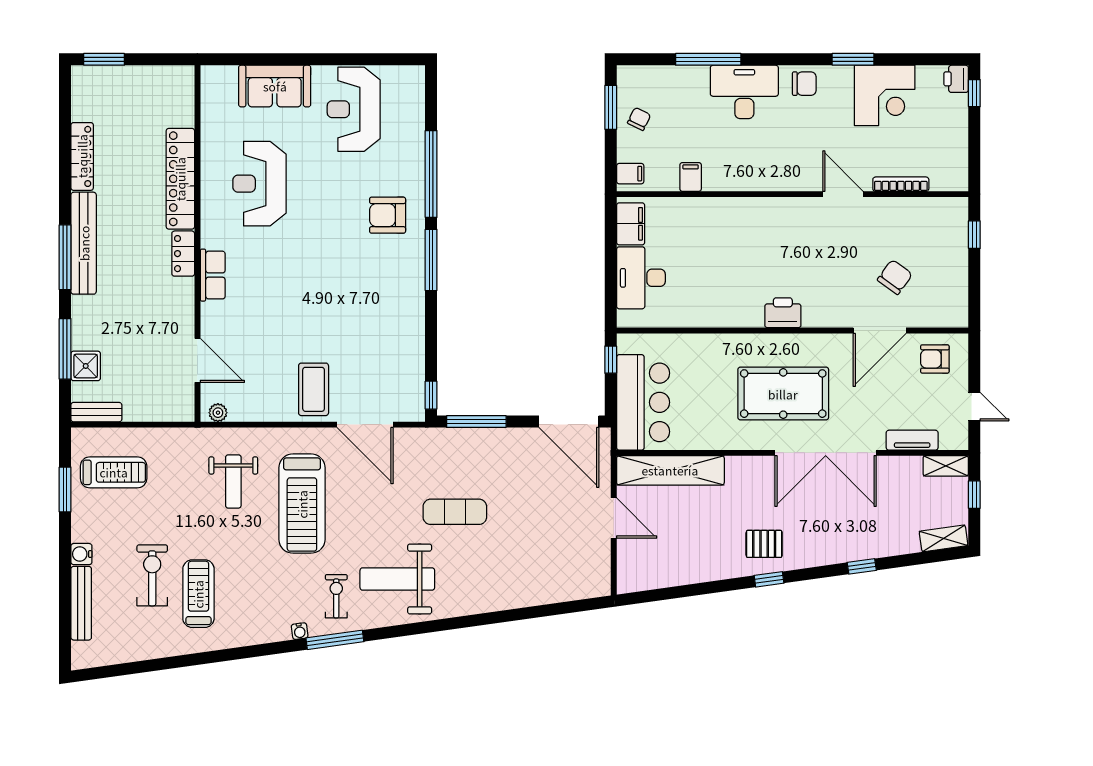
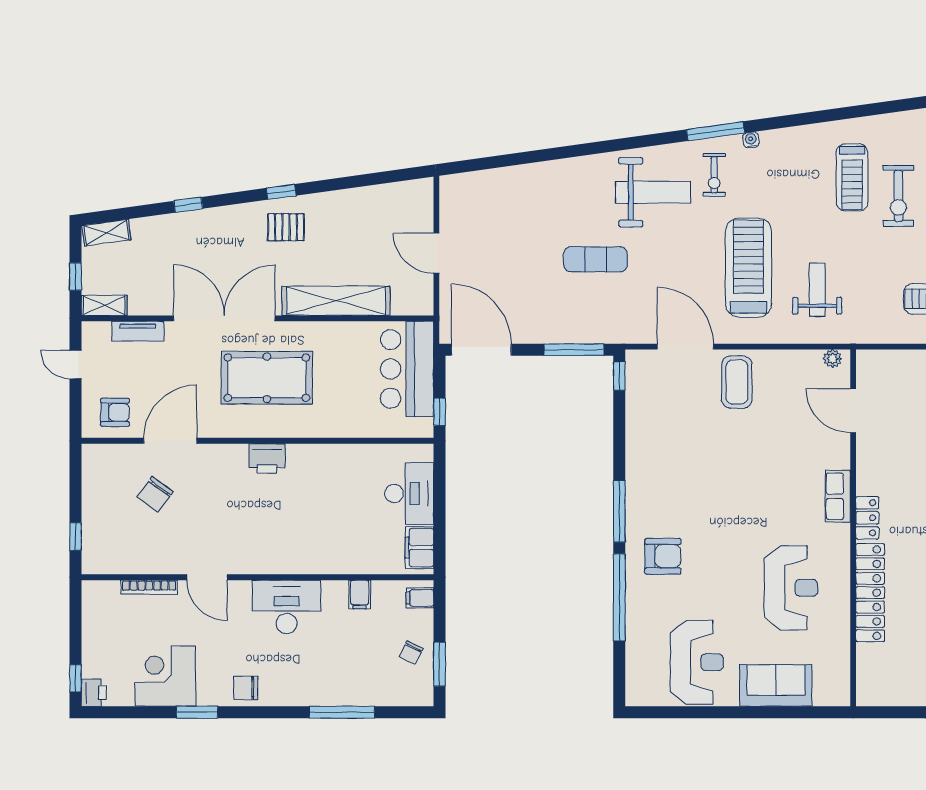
desk: (744, 92) -> (287, 607), moved, turned 180
shelving: (670, 470) -> (336, 301), moved

